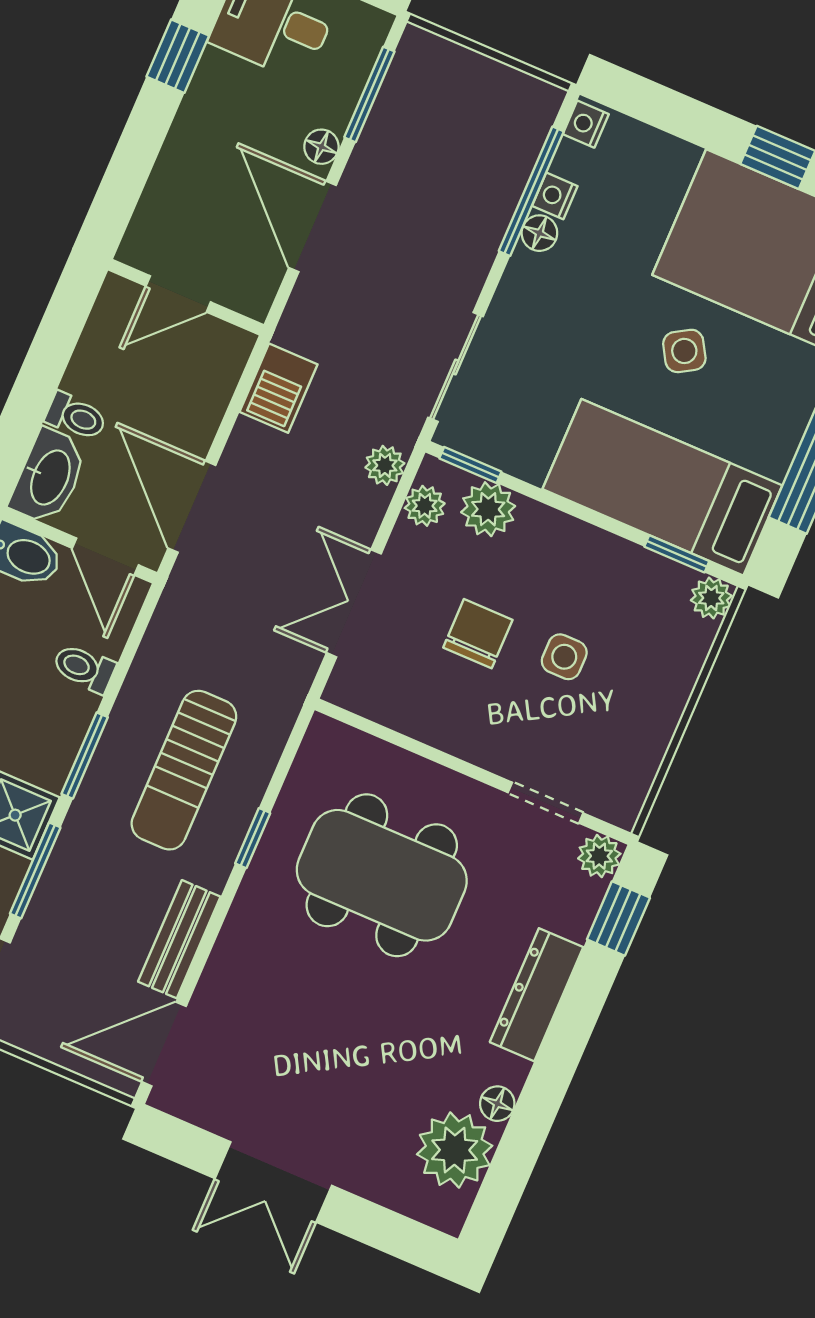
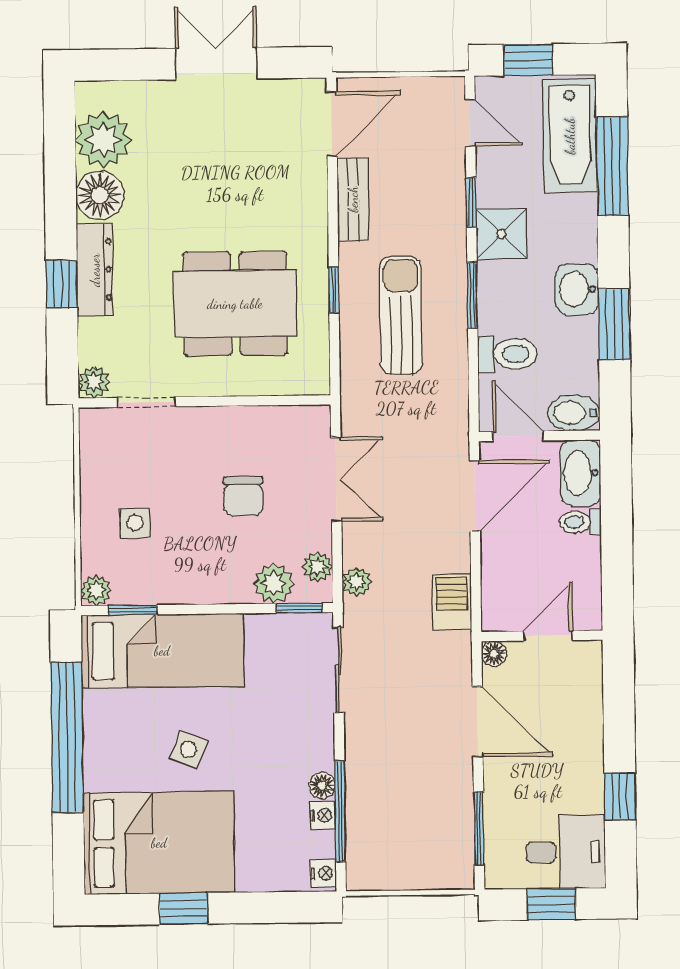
floor lamp: (321, 147) -> (494, 654), moved
side table: (684, 351) -> (189, 750), turned -37
door: (192, 507) -> (475, 496), hinge flipped
side table: (564, 657) -> (135, 523), moved
toilet: (84, 668) -> (507, 354), width x1.37, depth x1.39
window: (35, 871) -> (471, 203), width x0.67
window: (618, 919) -> (61, 284), moved
floor lamp: (497, 1104) -> (100, 195), width x1.89, depth x1.89

